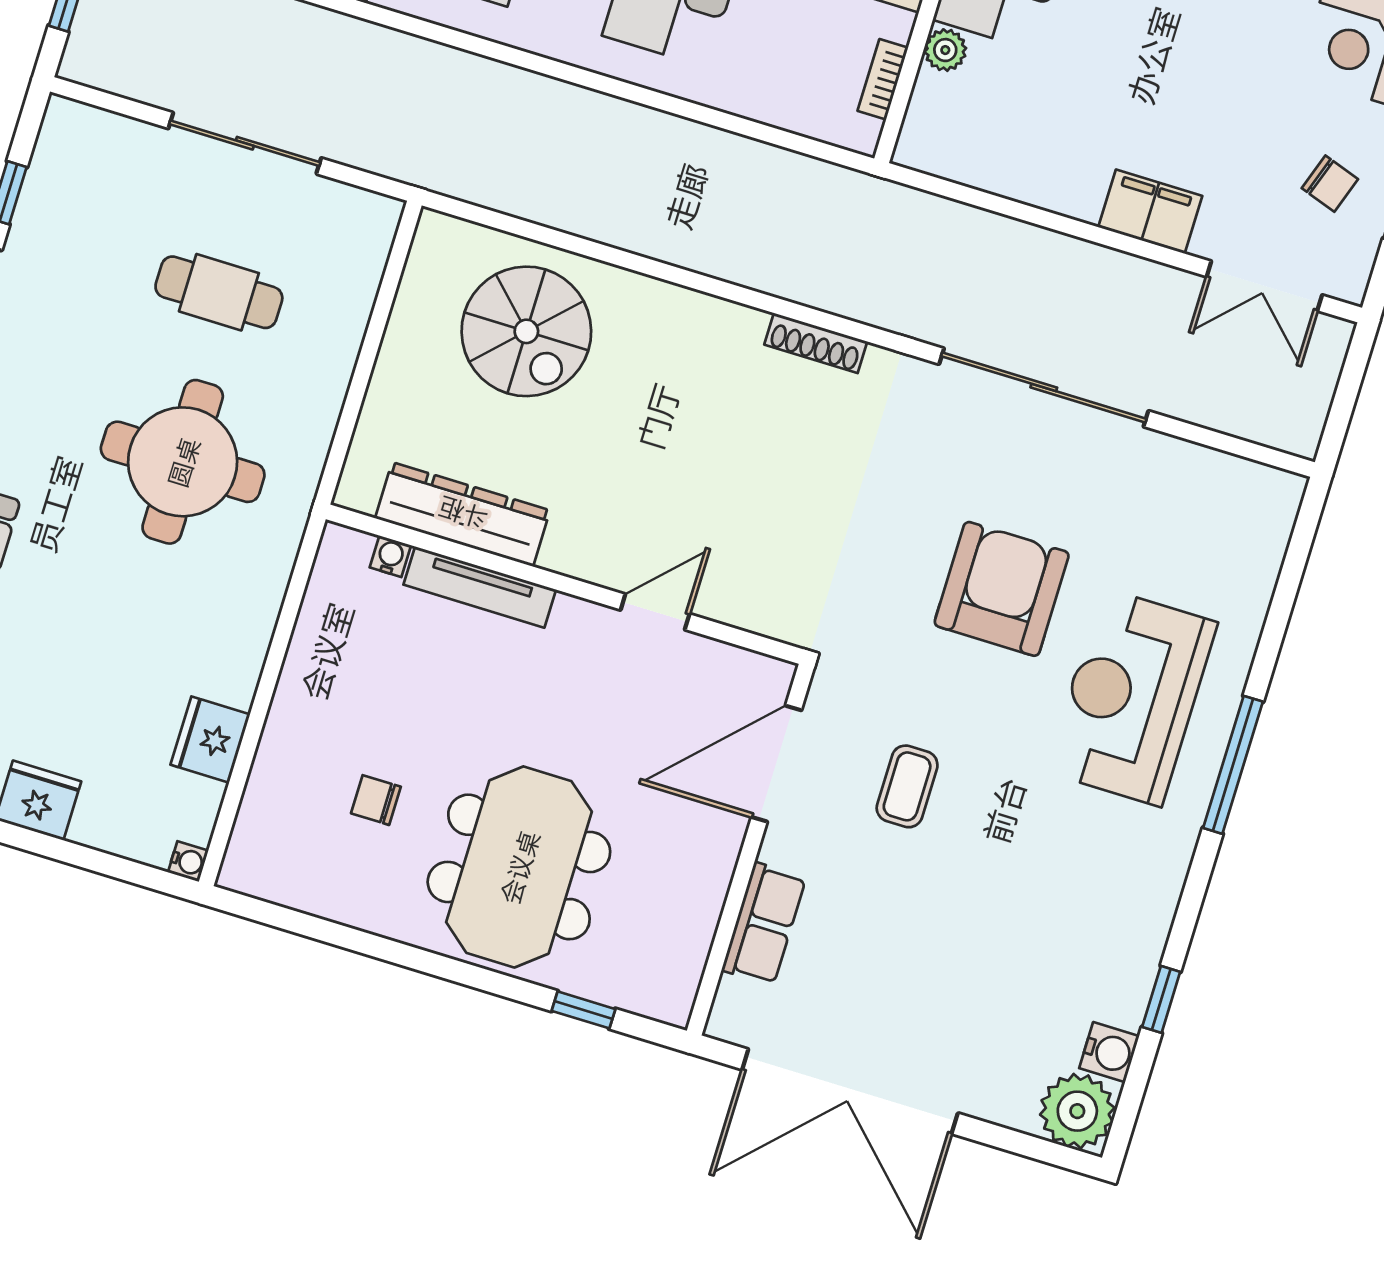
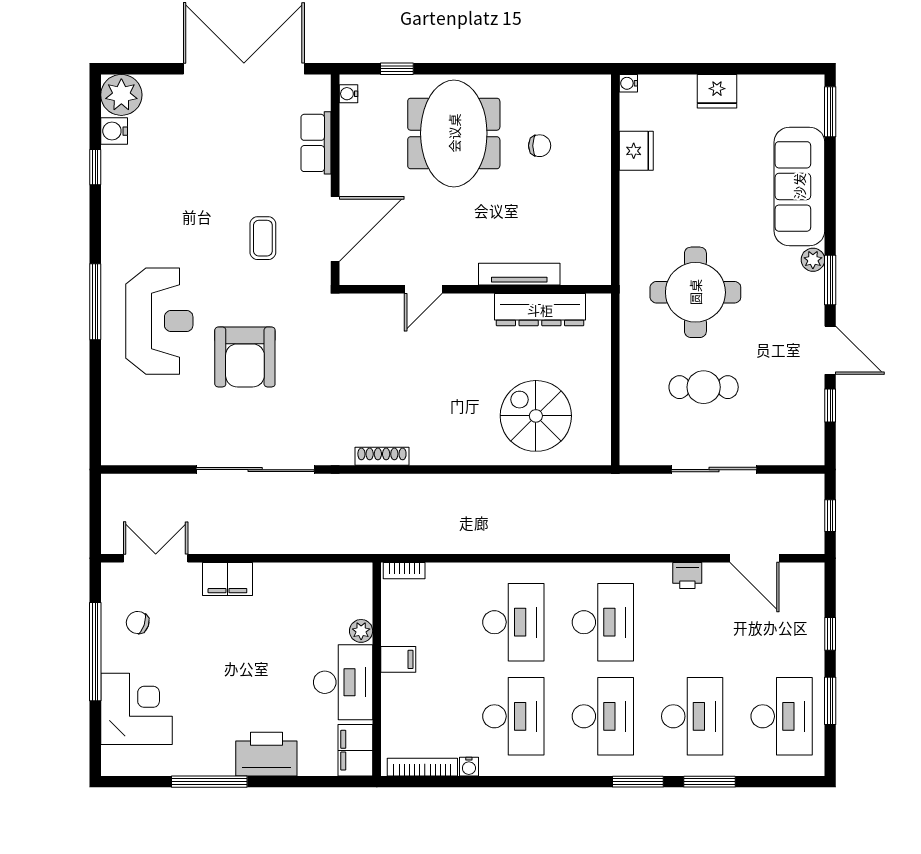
bookcase: (883, 79) -> (404, 571), moved, turned 90
water cooler: (390, 556) -> (348, 94), moved, turned 90

